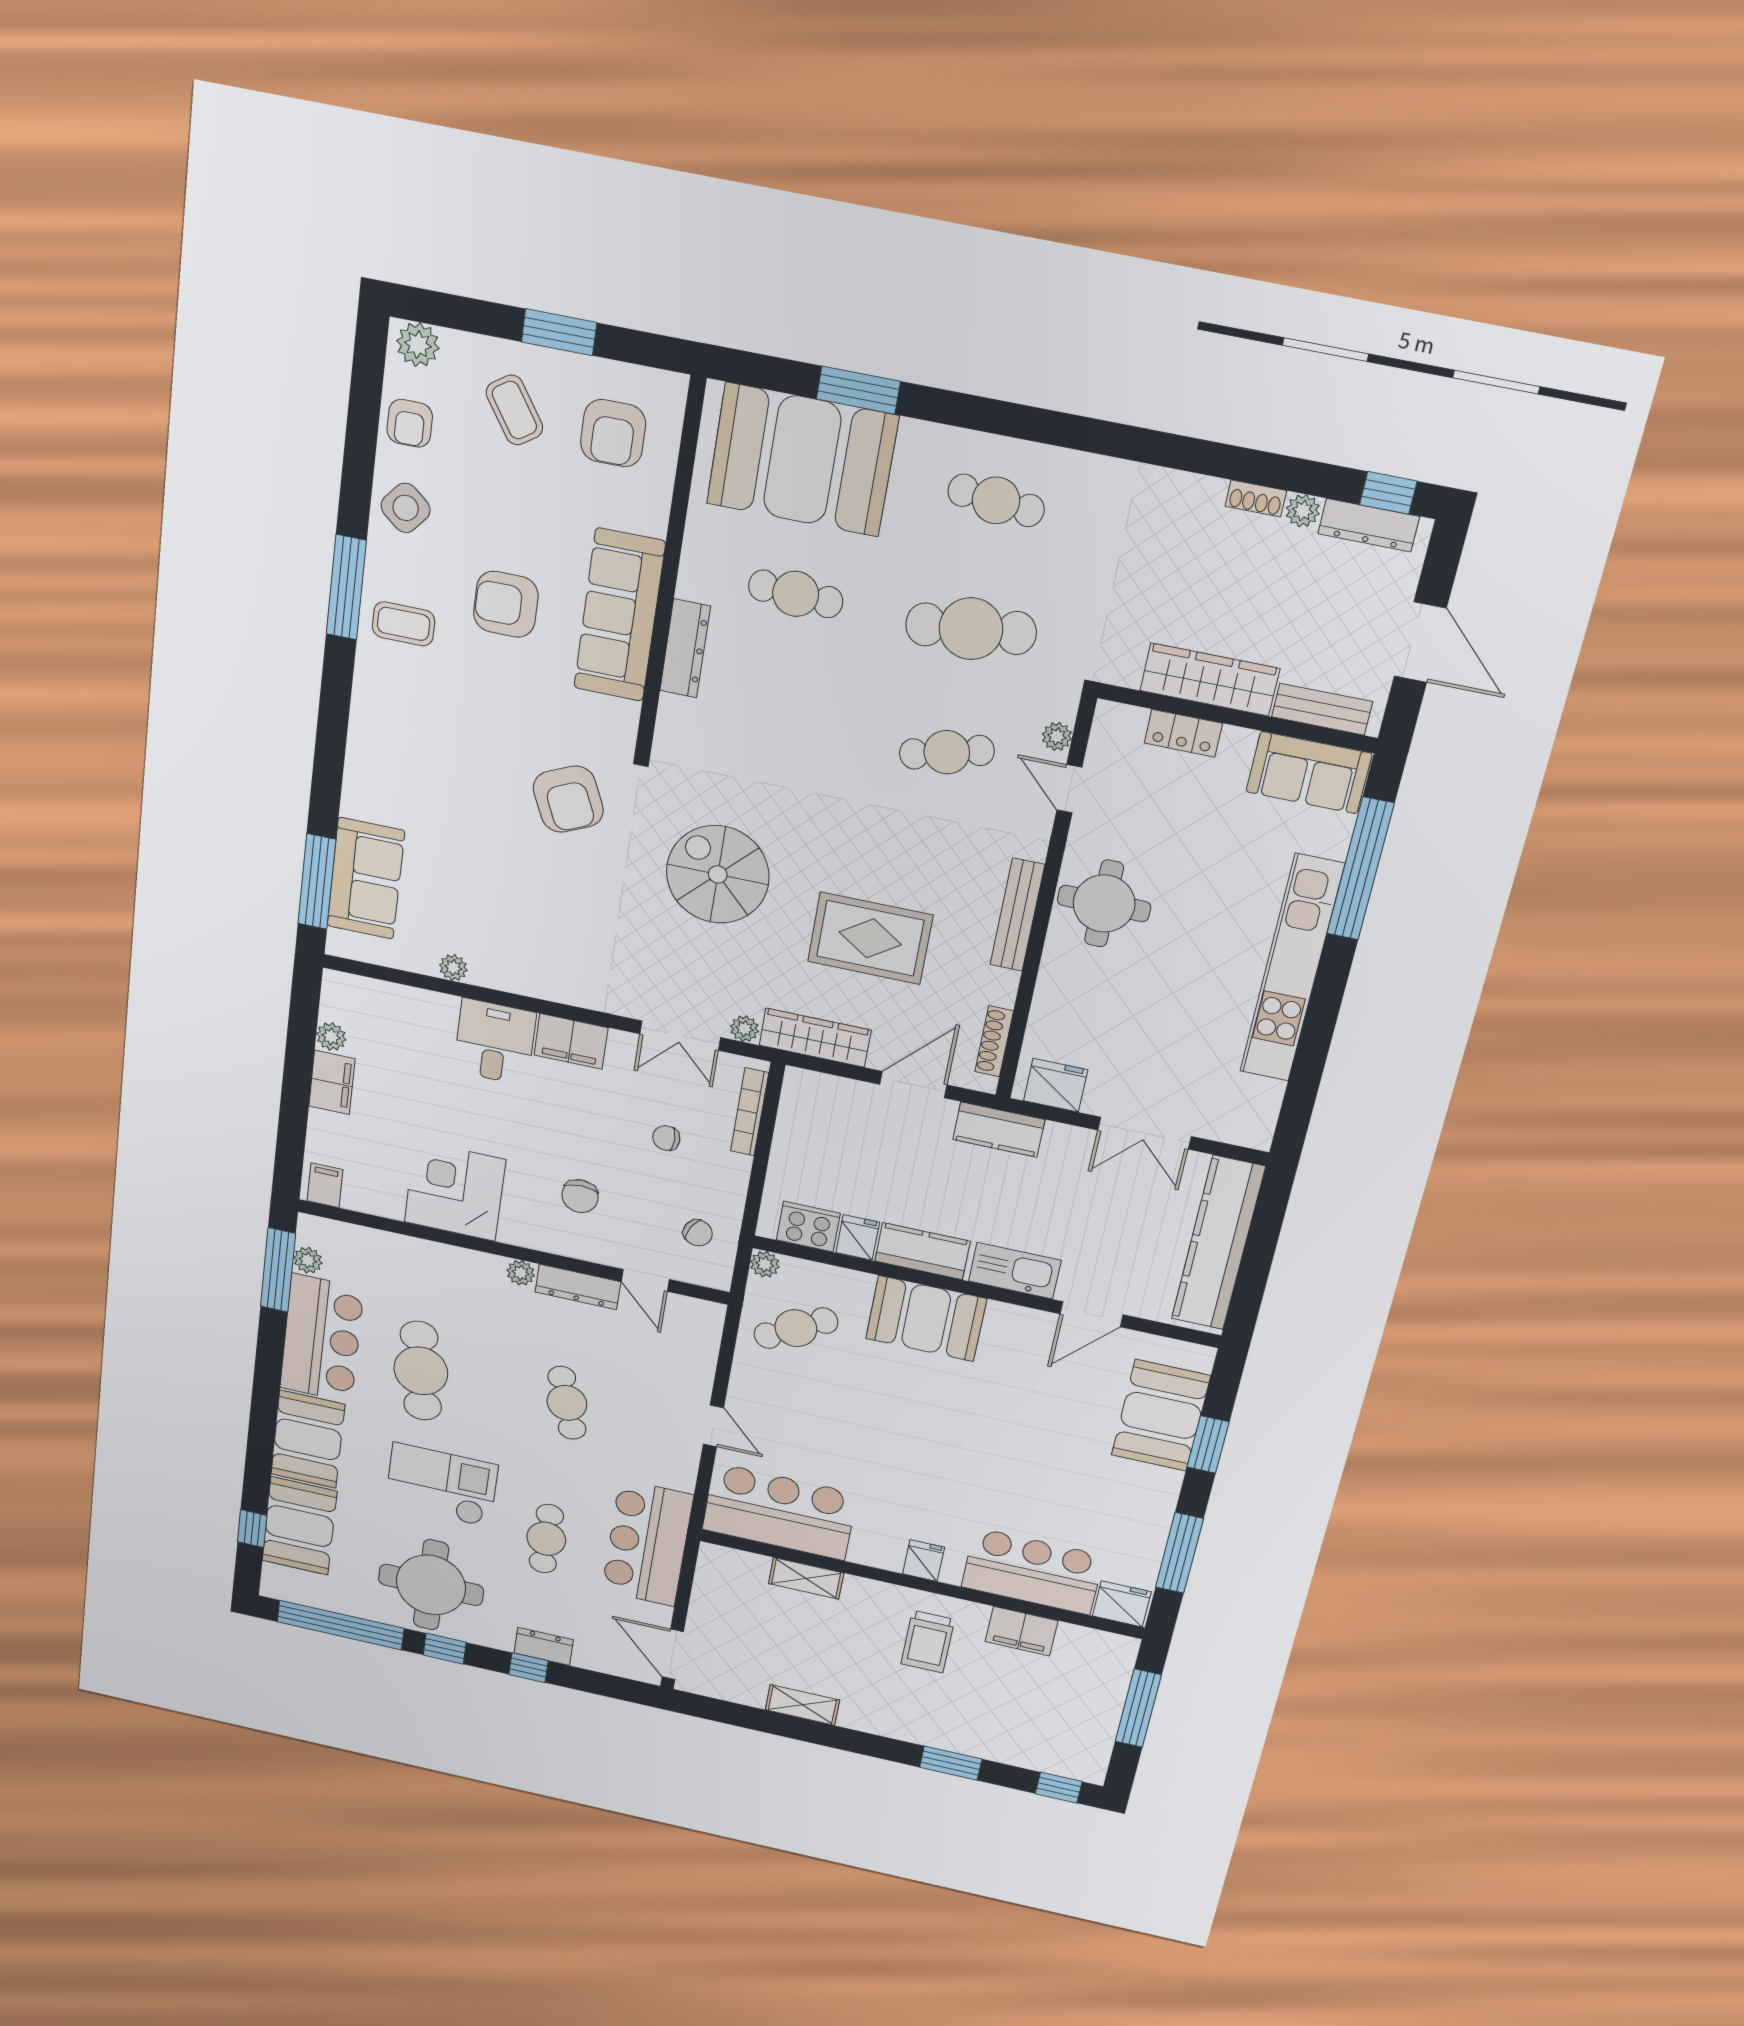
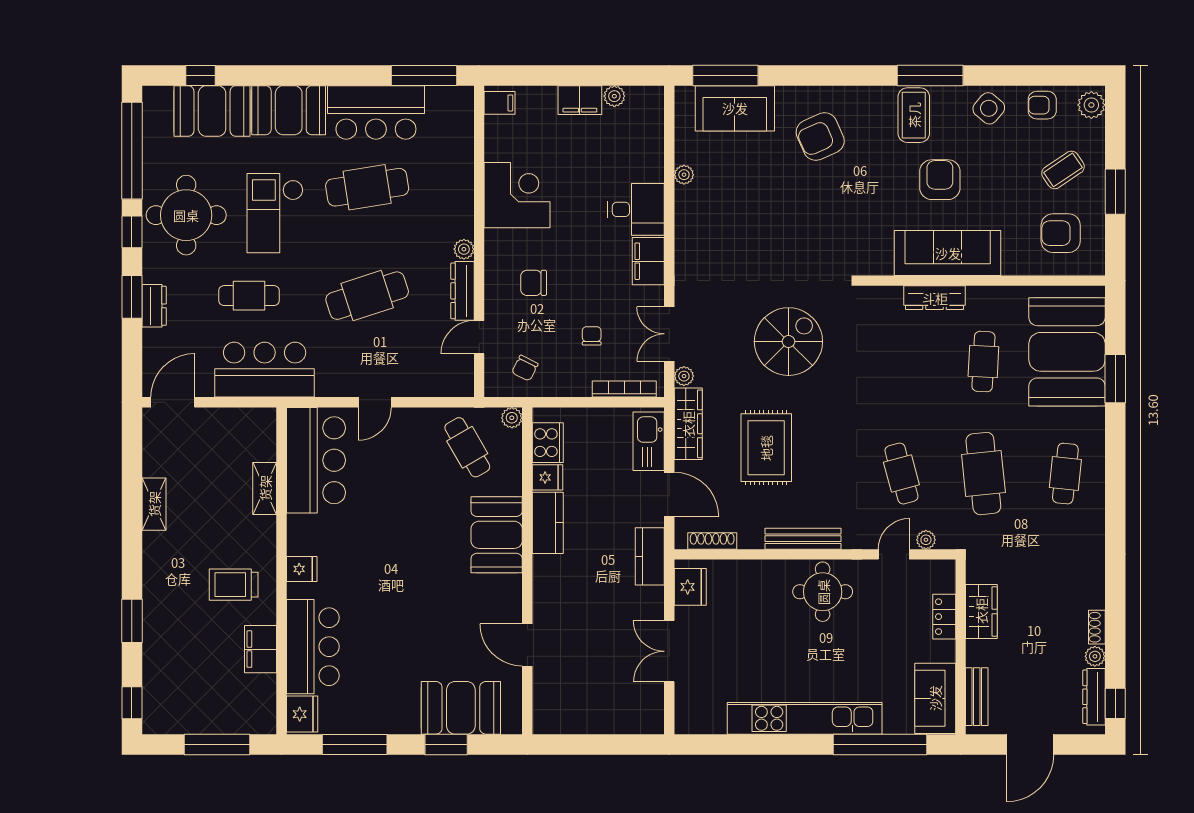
coffee table: (404, 624) -> (914, 115), width x1.36, depth x1.30
wardrobe: (1210, 680) -> (981, 611), width x0.67
armchair: (568, 799) -> (820, 136), moved
kitchen counter: (1218, 1243) -> (601, 717), removed
plant: (308, 1260) -> (437, 96), removed
kitchen sink: (1015, 1271) -> (649, 441), moved, turned 180
cafe table: (567, 1403) -> (367, 296), width x1.37, depth x1.35
checkout: (442, 1485) -> (275, 213), turned 180
window: (529, 1668) -> (132, 297), width x1.50

